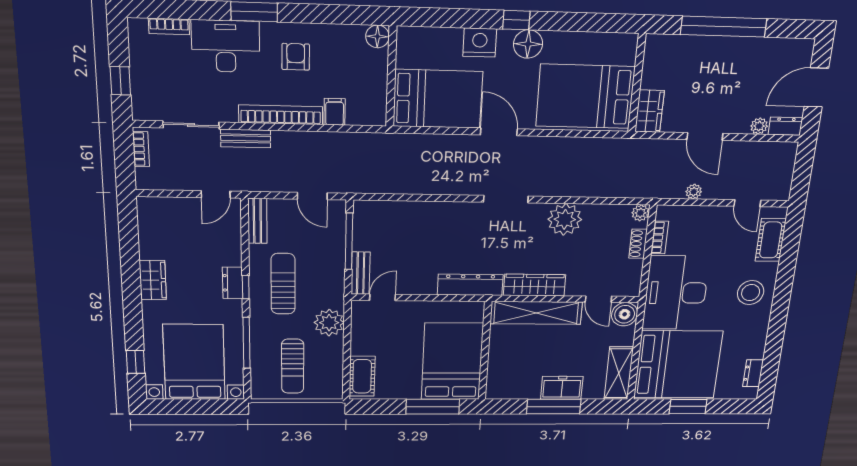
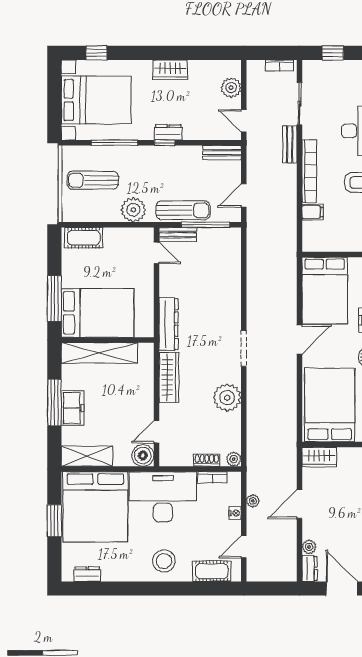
plant: (173, 209) -> (231, 88), added
nightstand: (706, 212) -> (235, 513), added
sun lounger: (283, 284) -> (183, 210), moved
shelving: (536, 313) -> (99, 353), moved, turned 90

